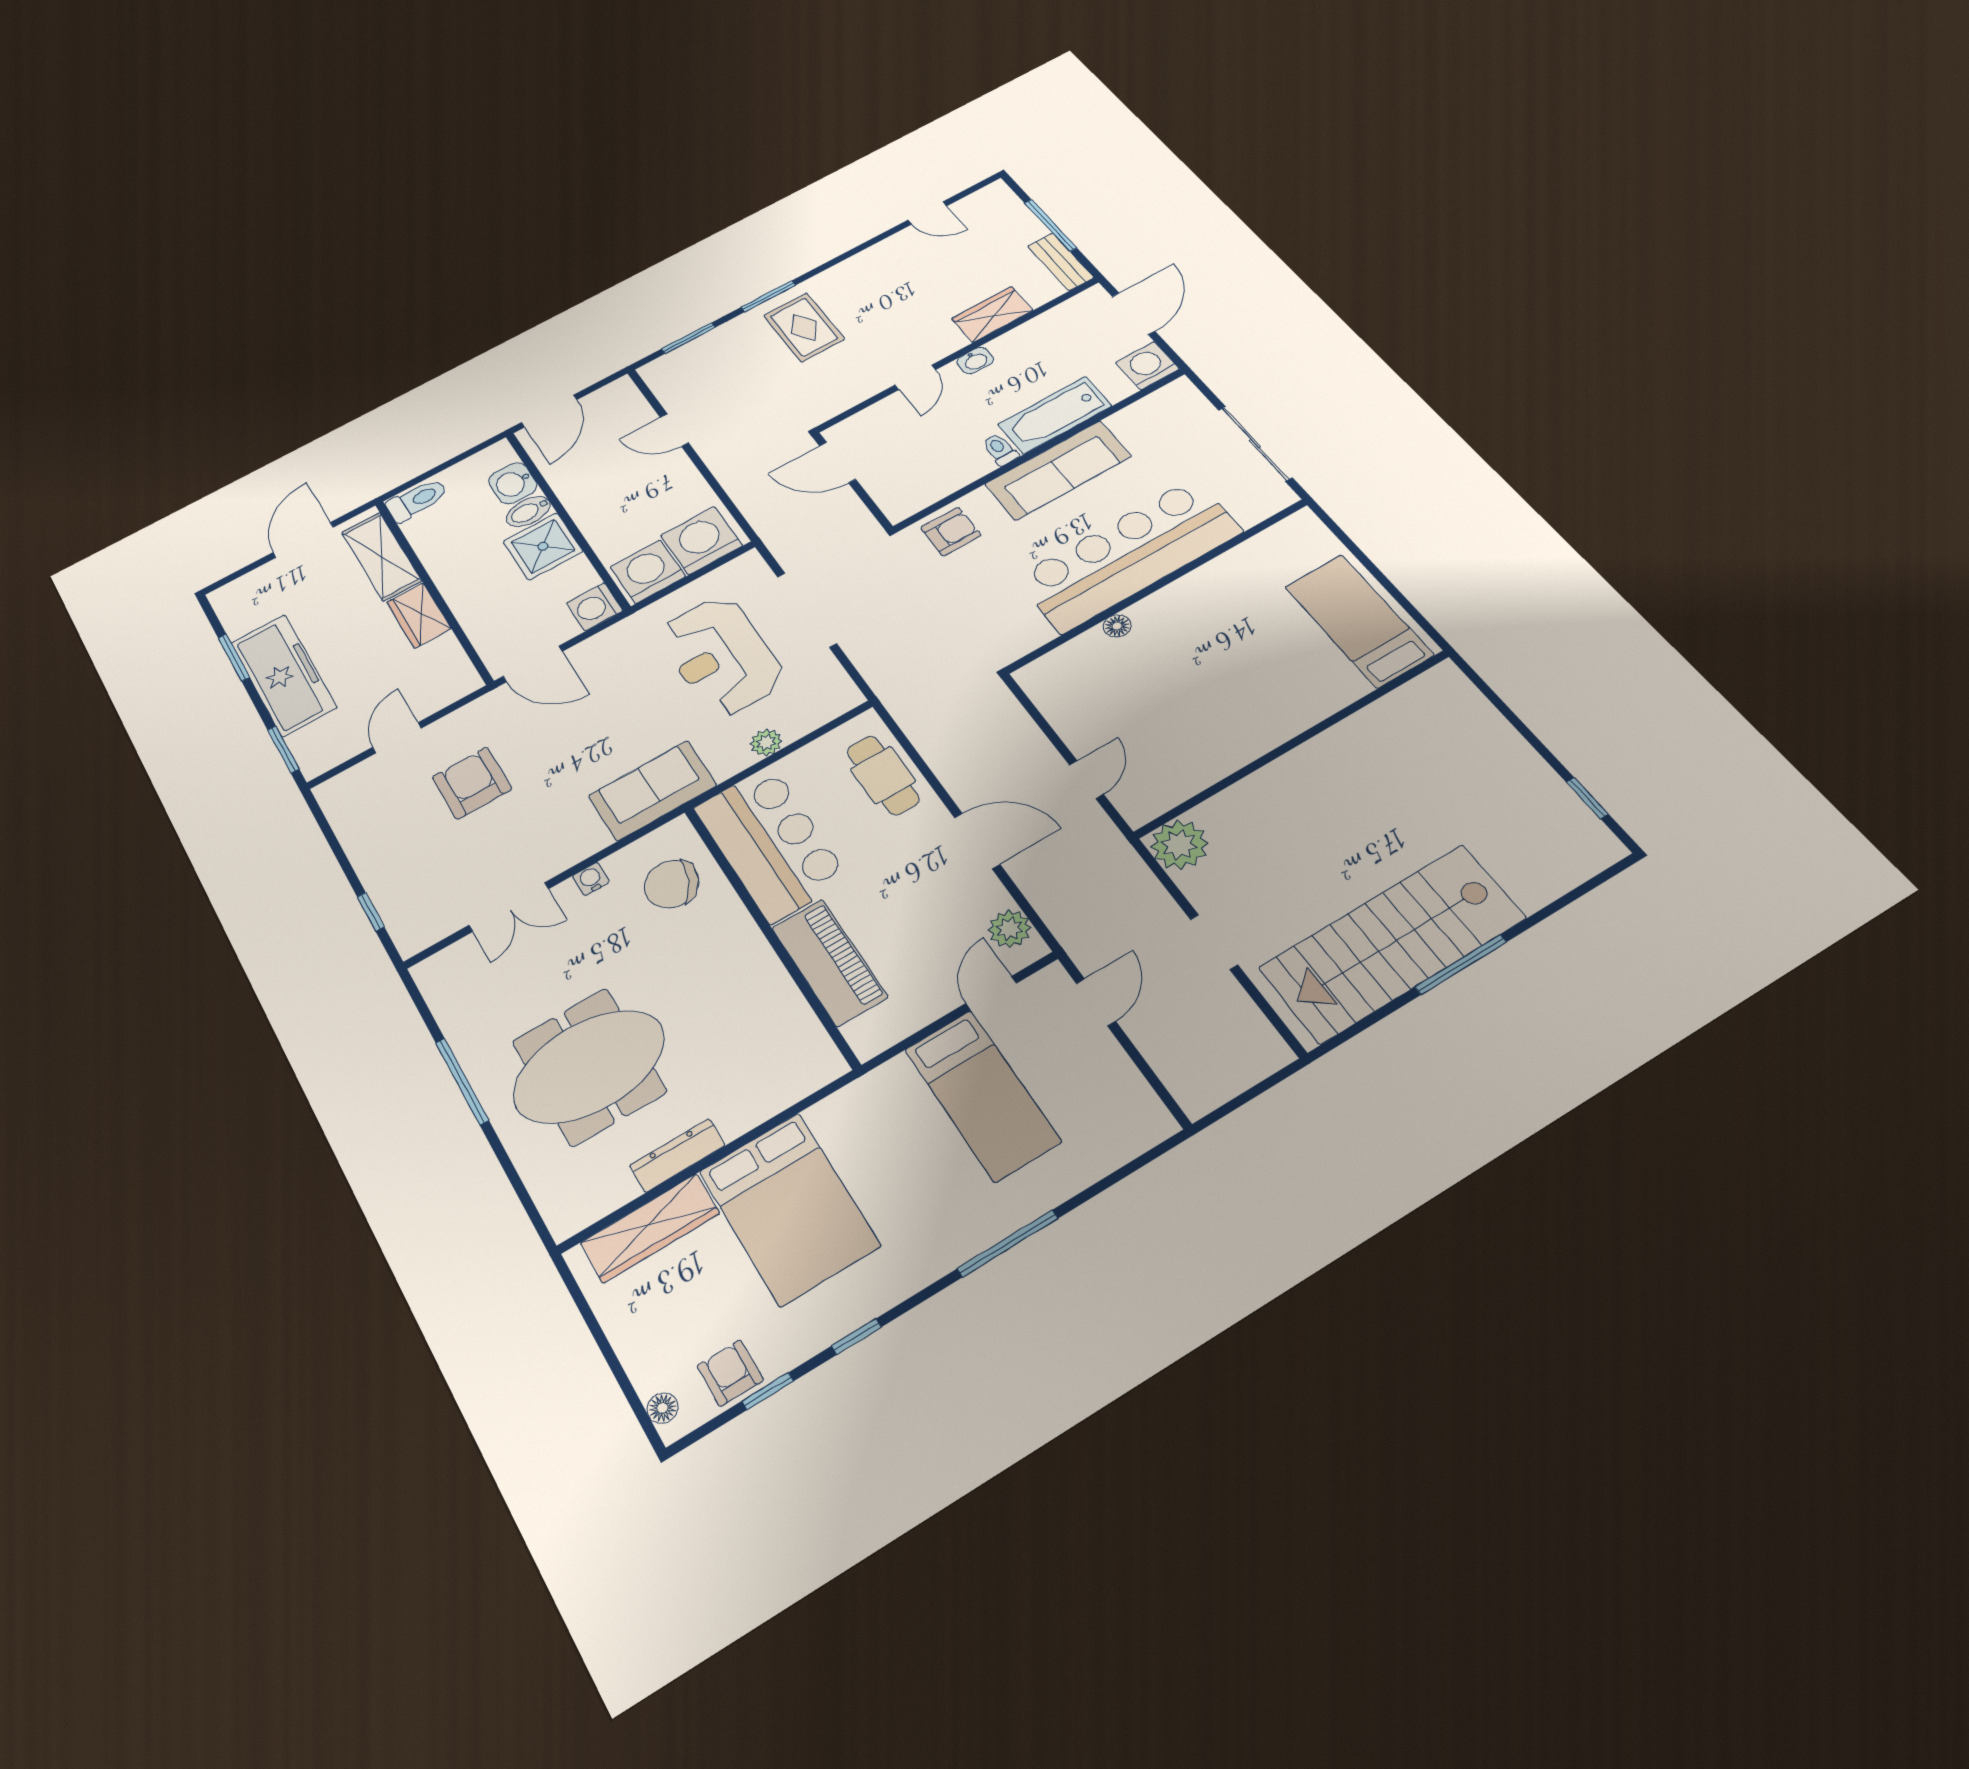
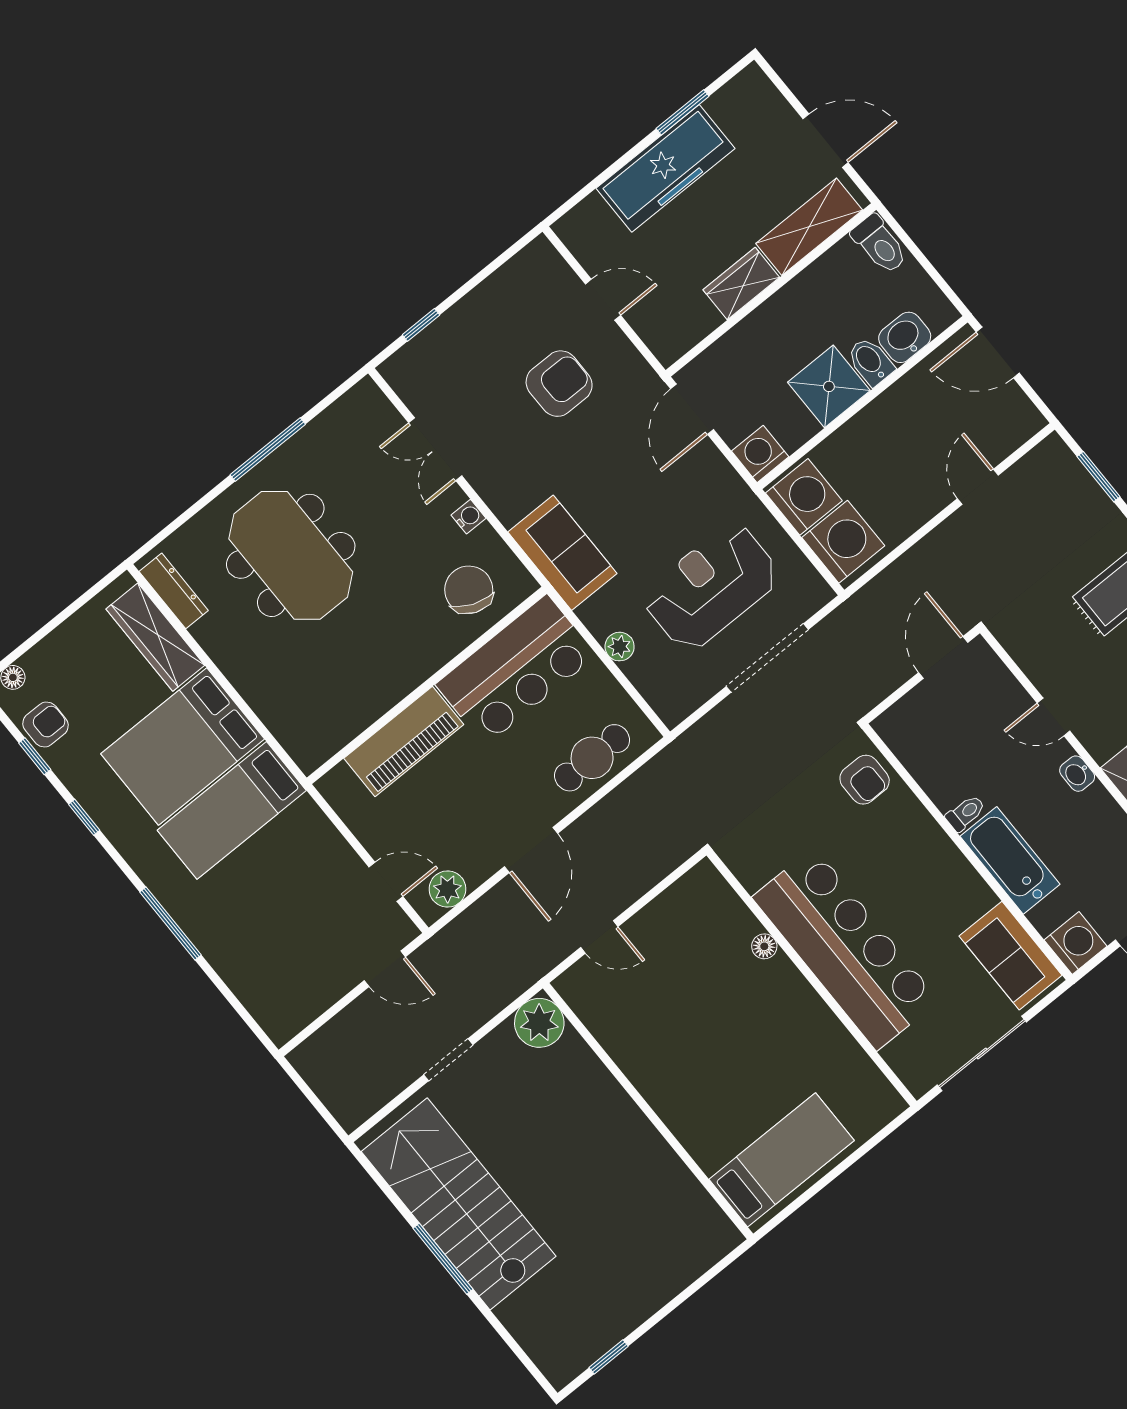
sofa: (1058, 470) -> (1011, 956), moved, width x0.73
window: (283, 749) -> (583, 193), removed
bed: (982, 1095) -> (232, 810), moved
dresser: (677, 1155) -> (174, 591), moved

